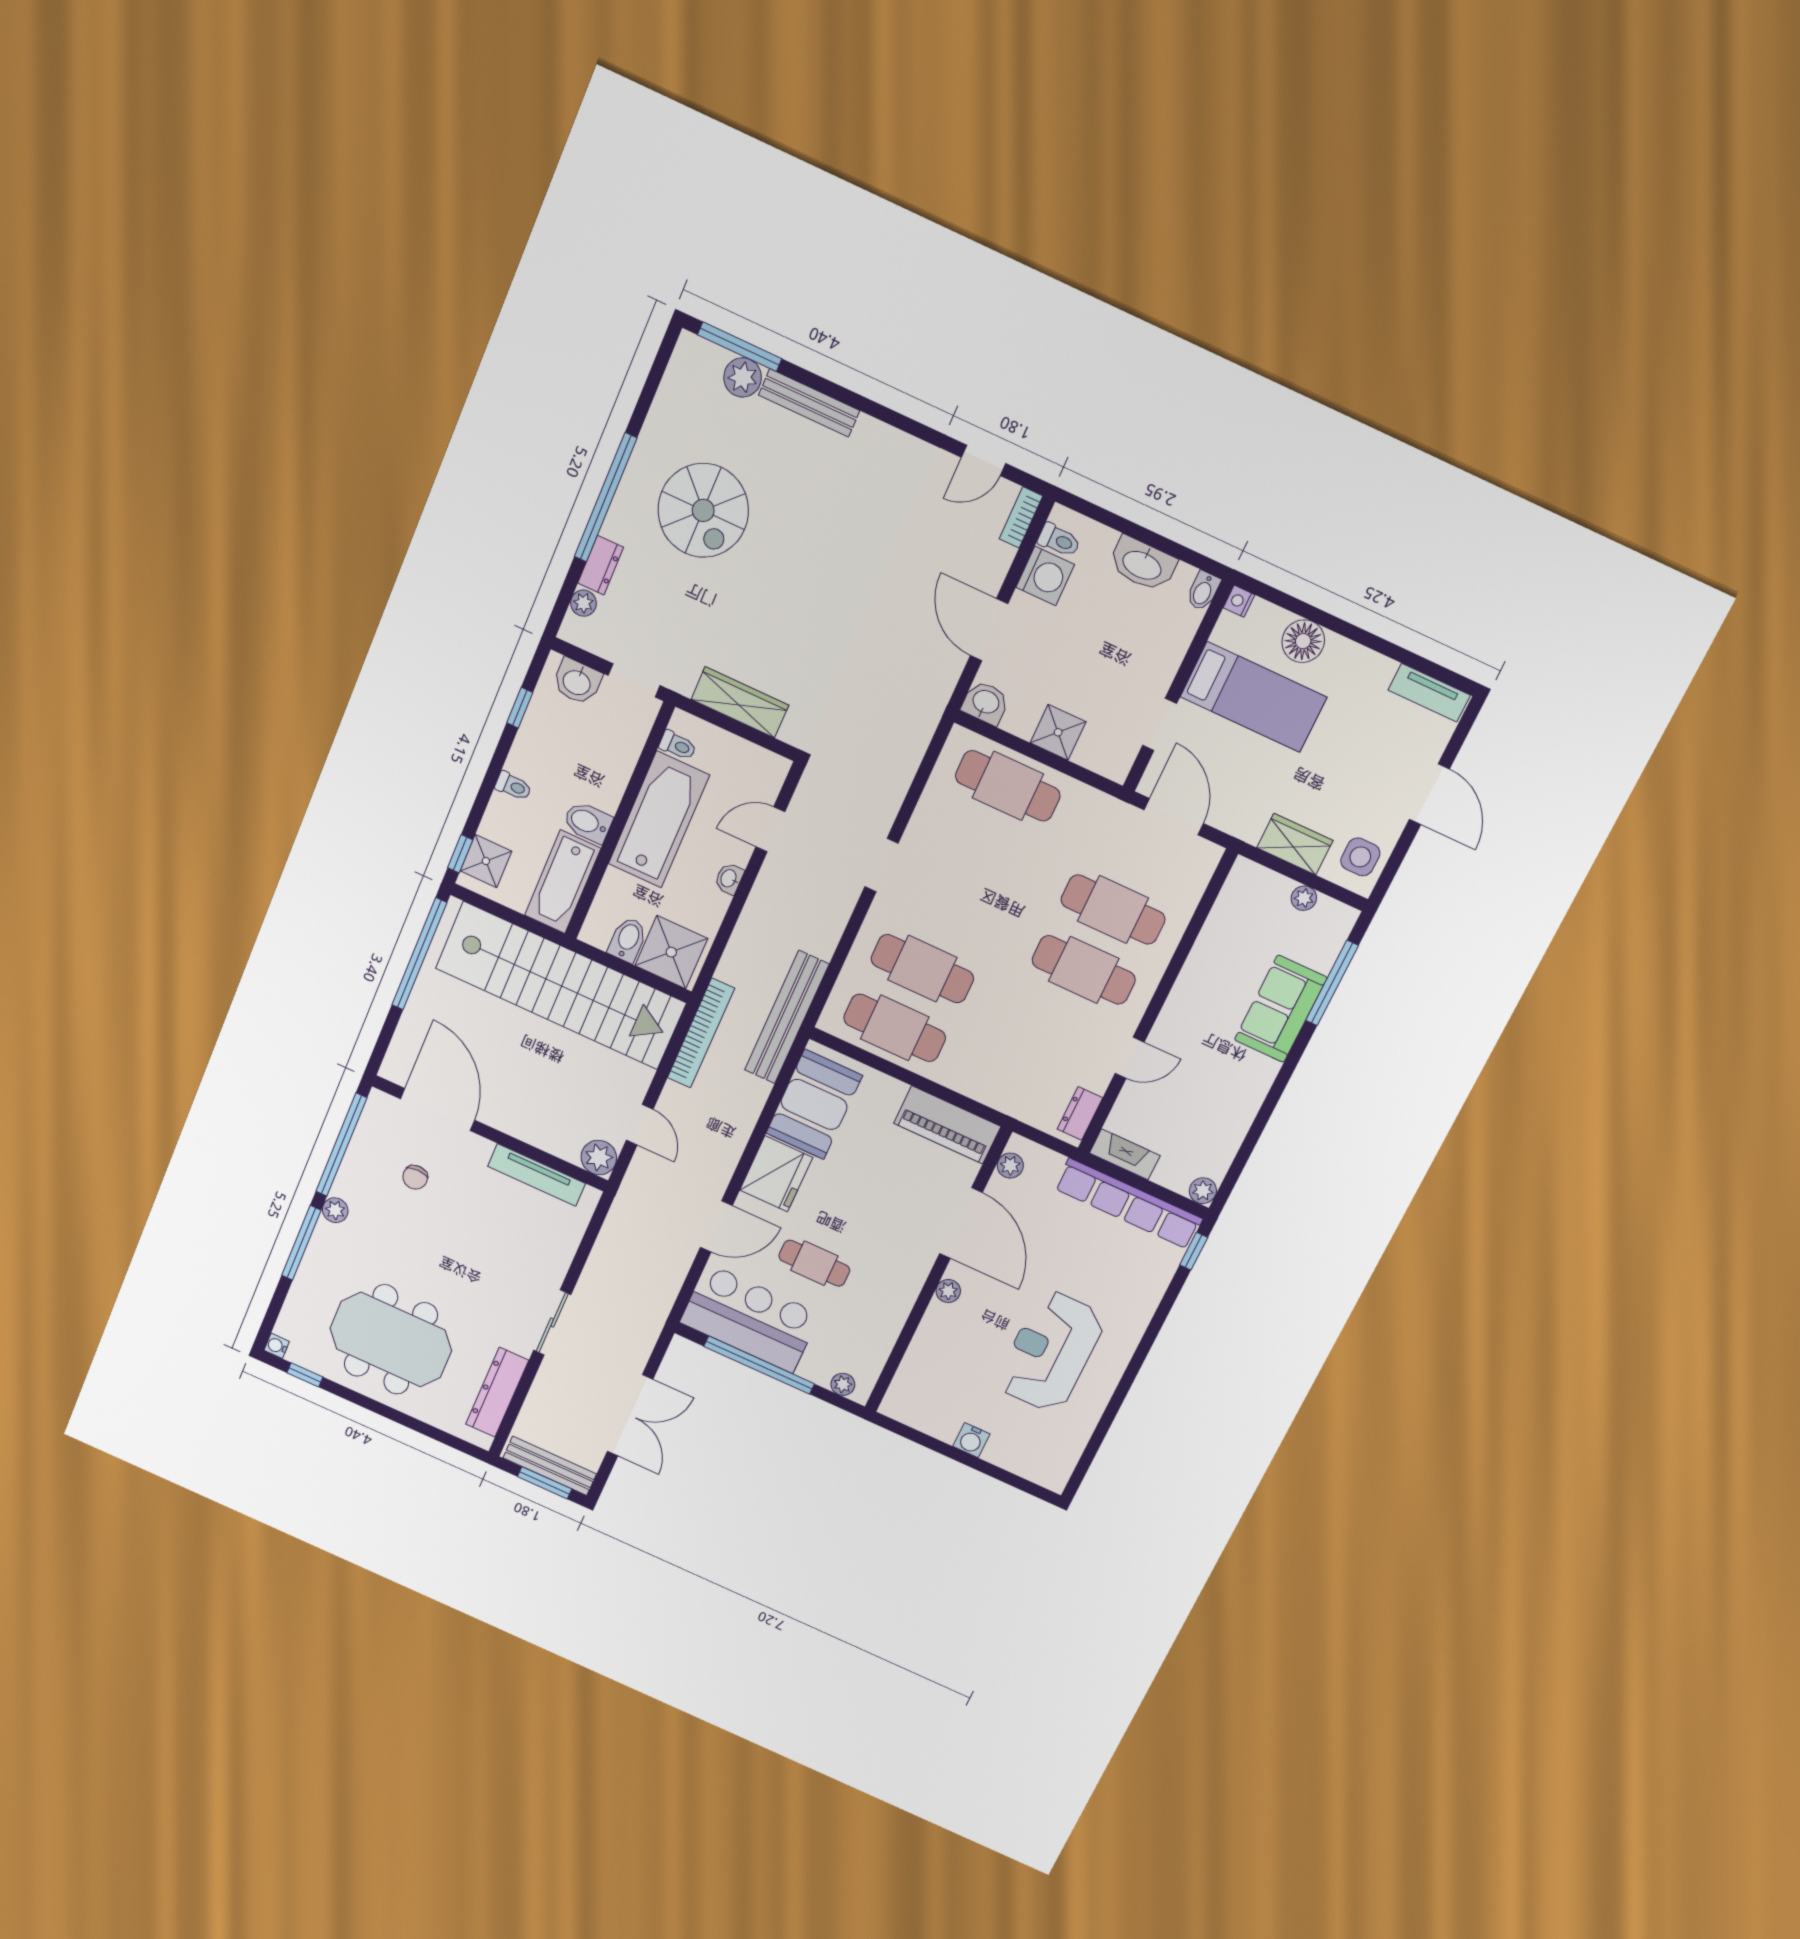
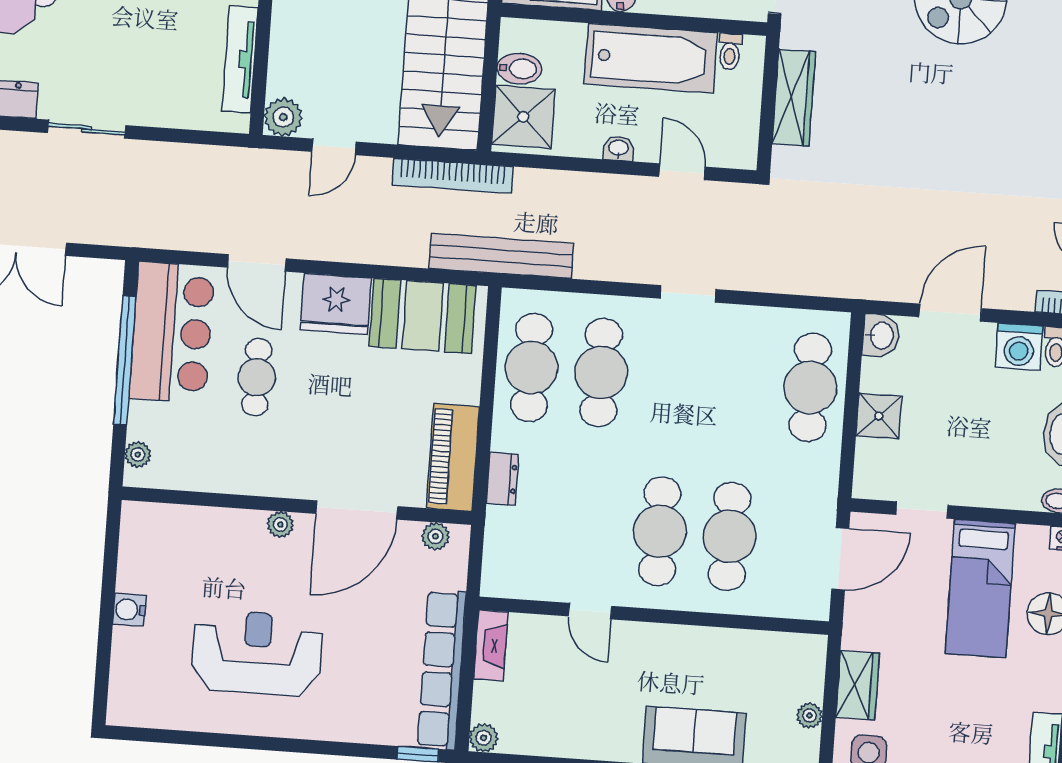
dresser: (1080, 1113) -> (502, 479), moved, turned 90

